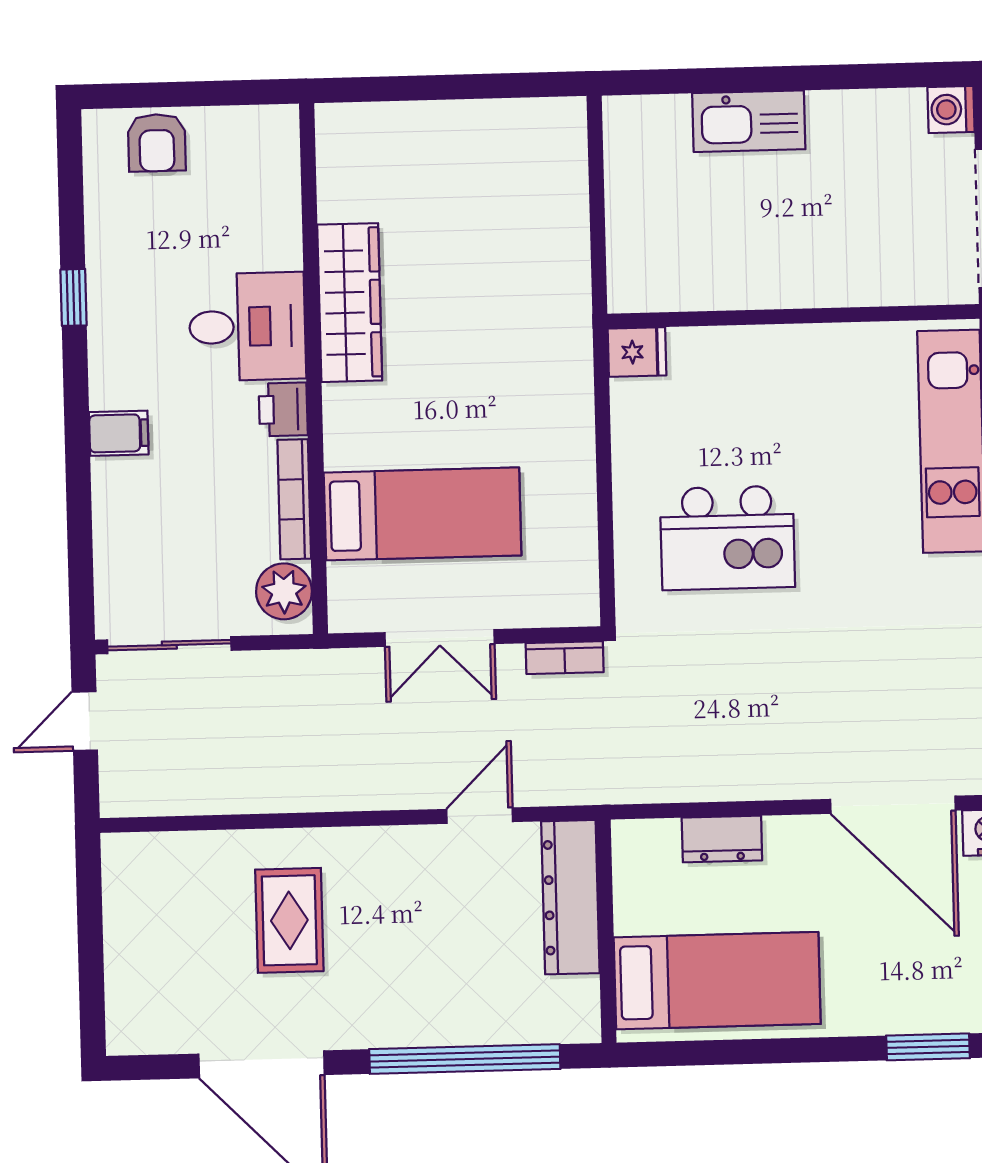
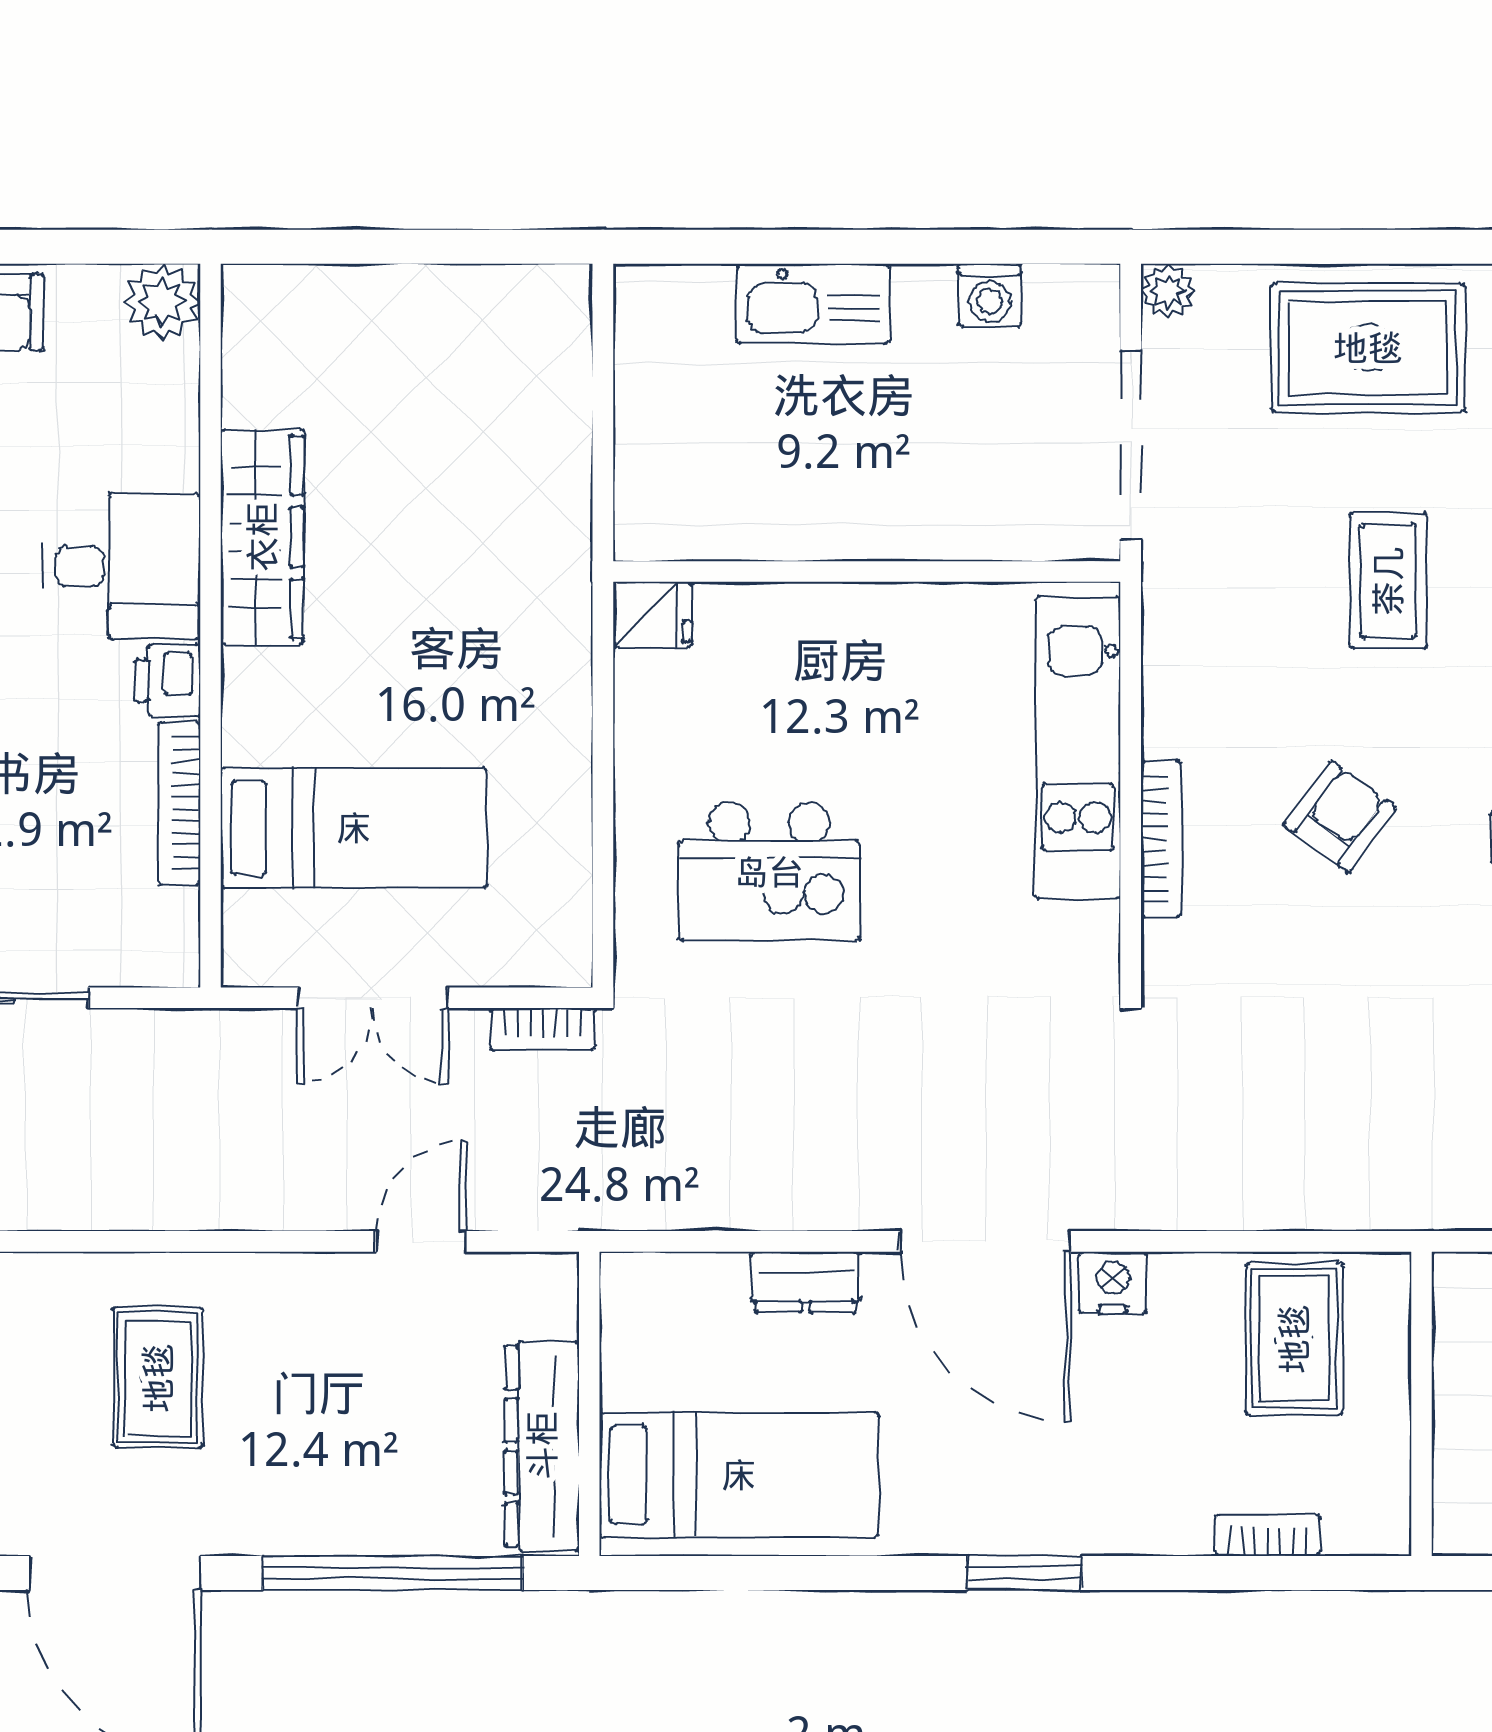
washing machine: (951, 109) -> (990, 295), moved, turned -90
plant: (284, 591) -> (162, 302), moved
dresser: (722, 839) -> (806, 1282), moved
dresser: (570, 897) -> (542, 1446), moved

